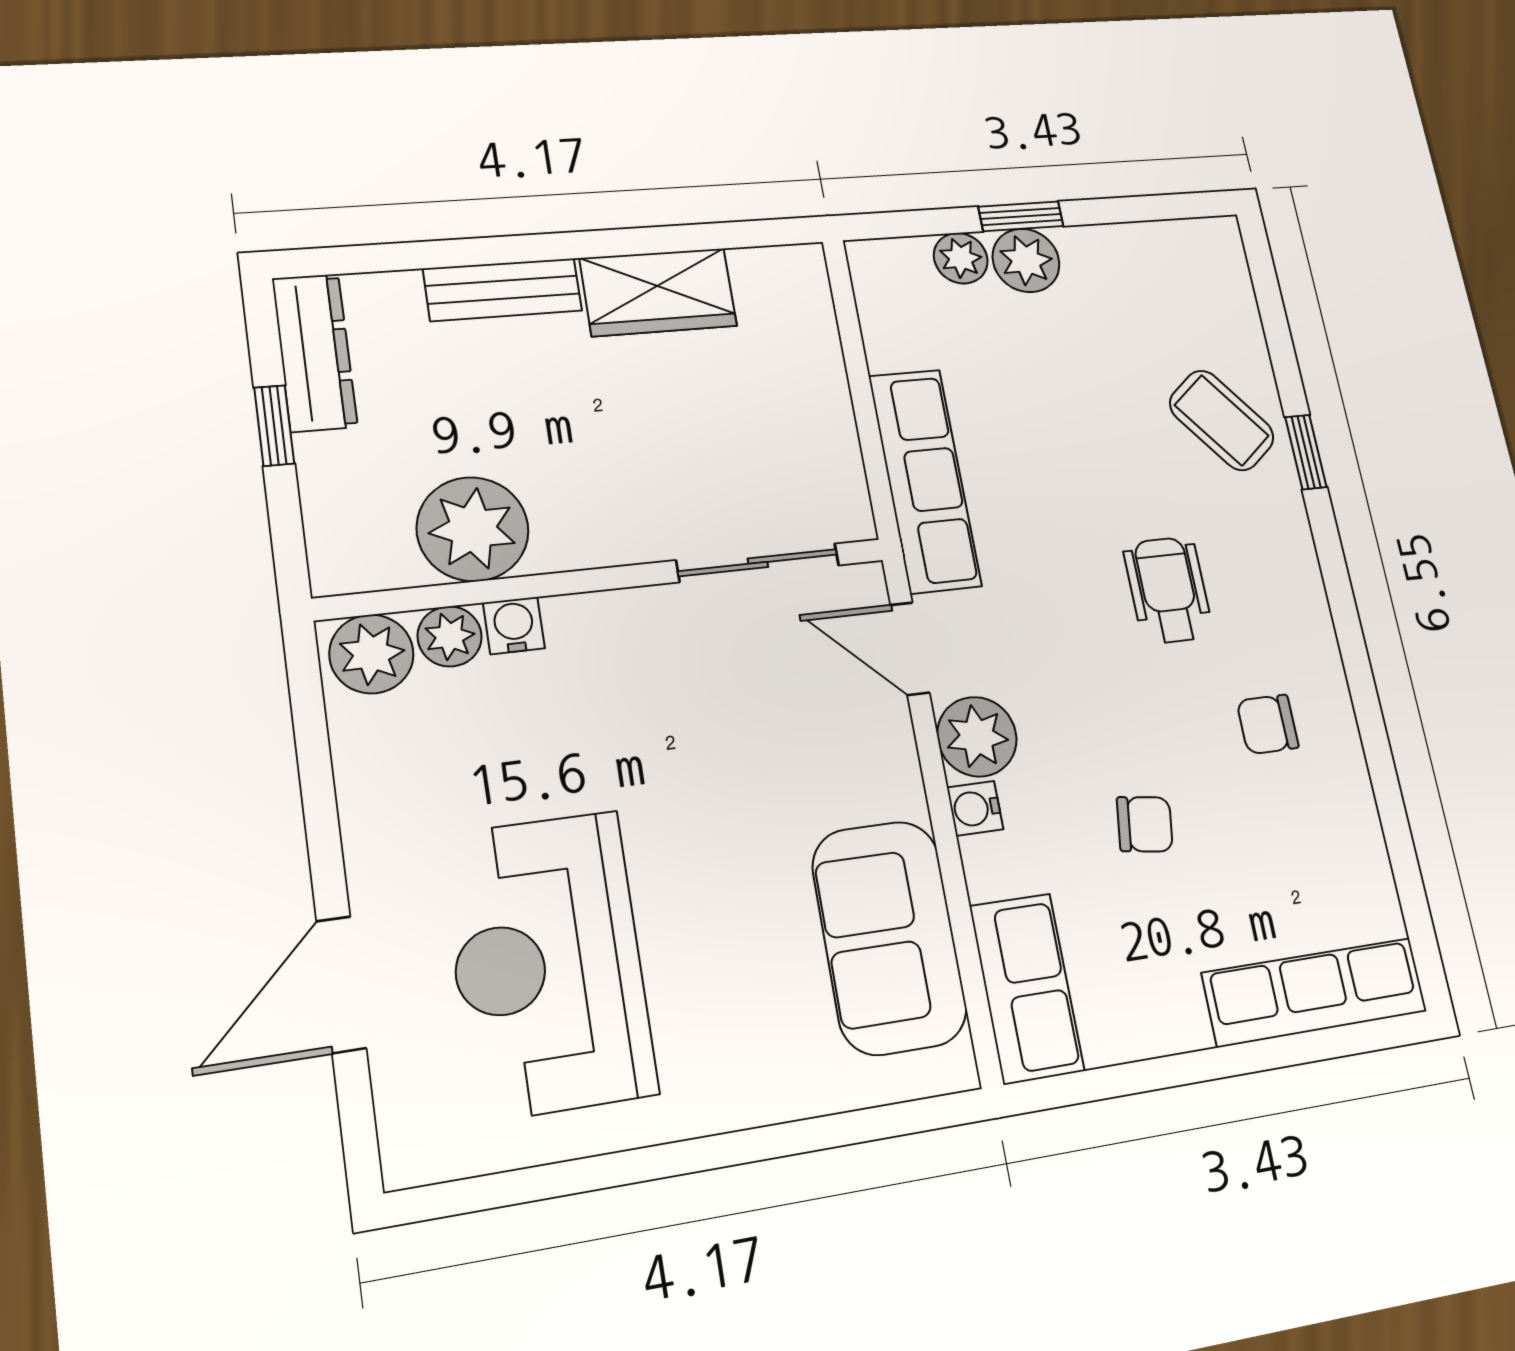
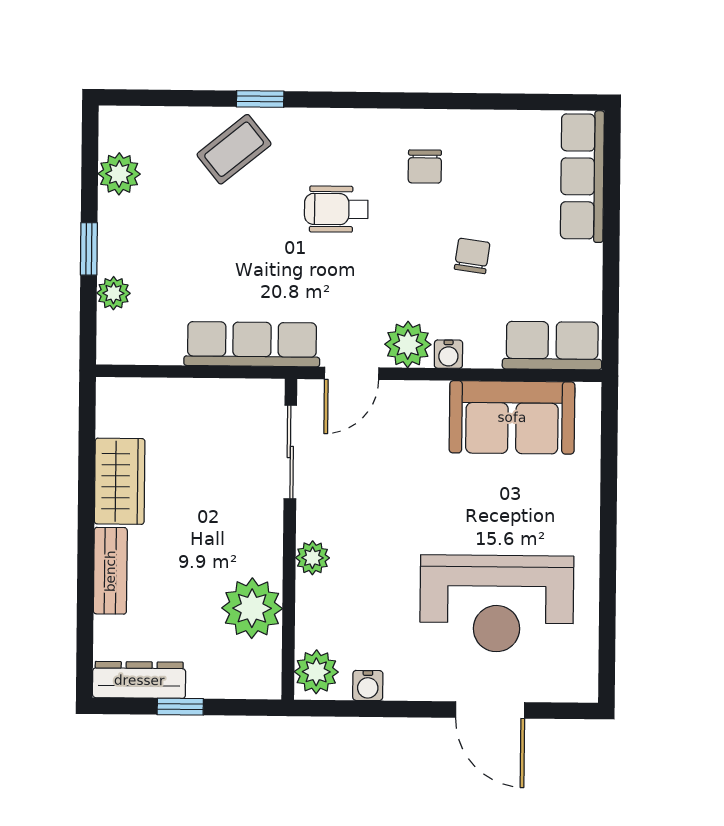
plant: (1026, 260) -> (119, 174), moved
water cooler: (514, 625) -> (368, 685), moved, turned -90
plant: (450, 636) -> (313, 558), moved

